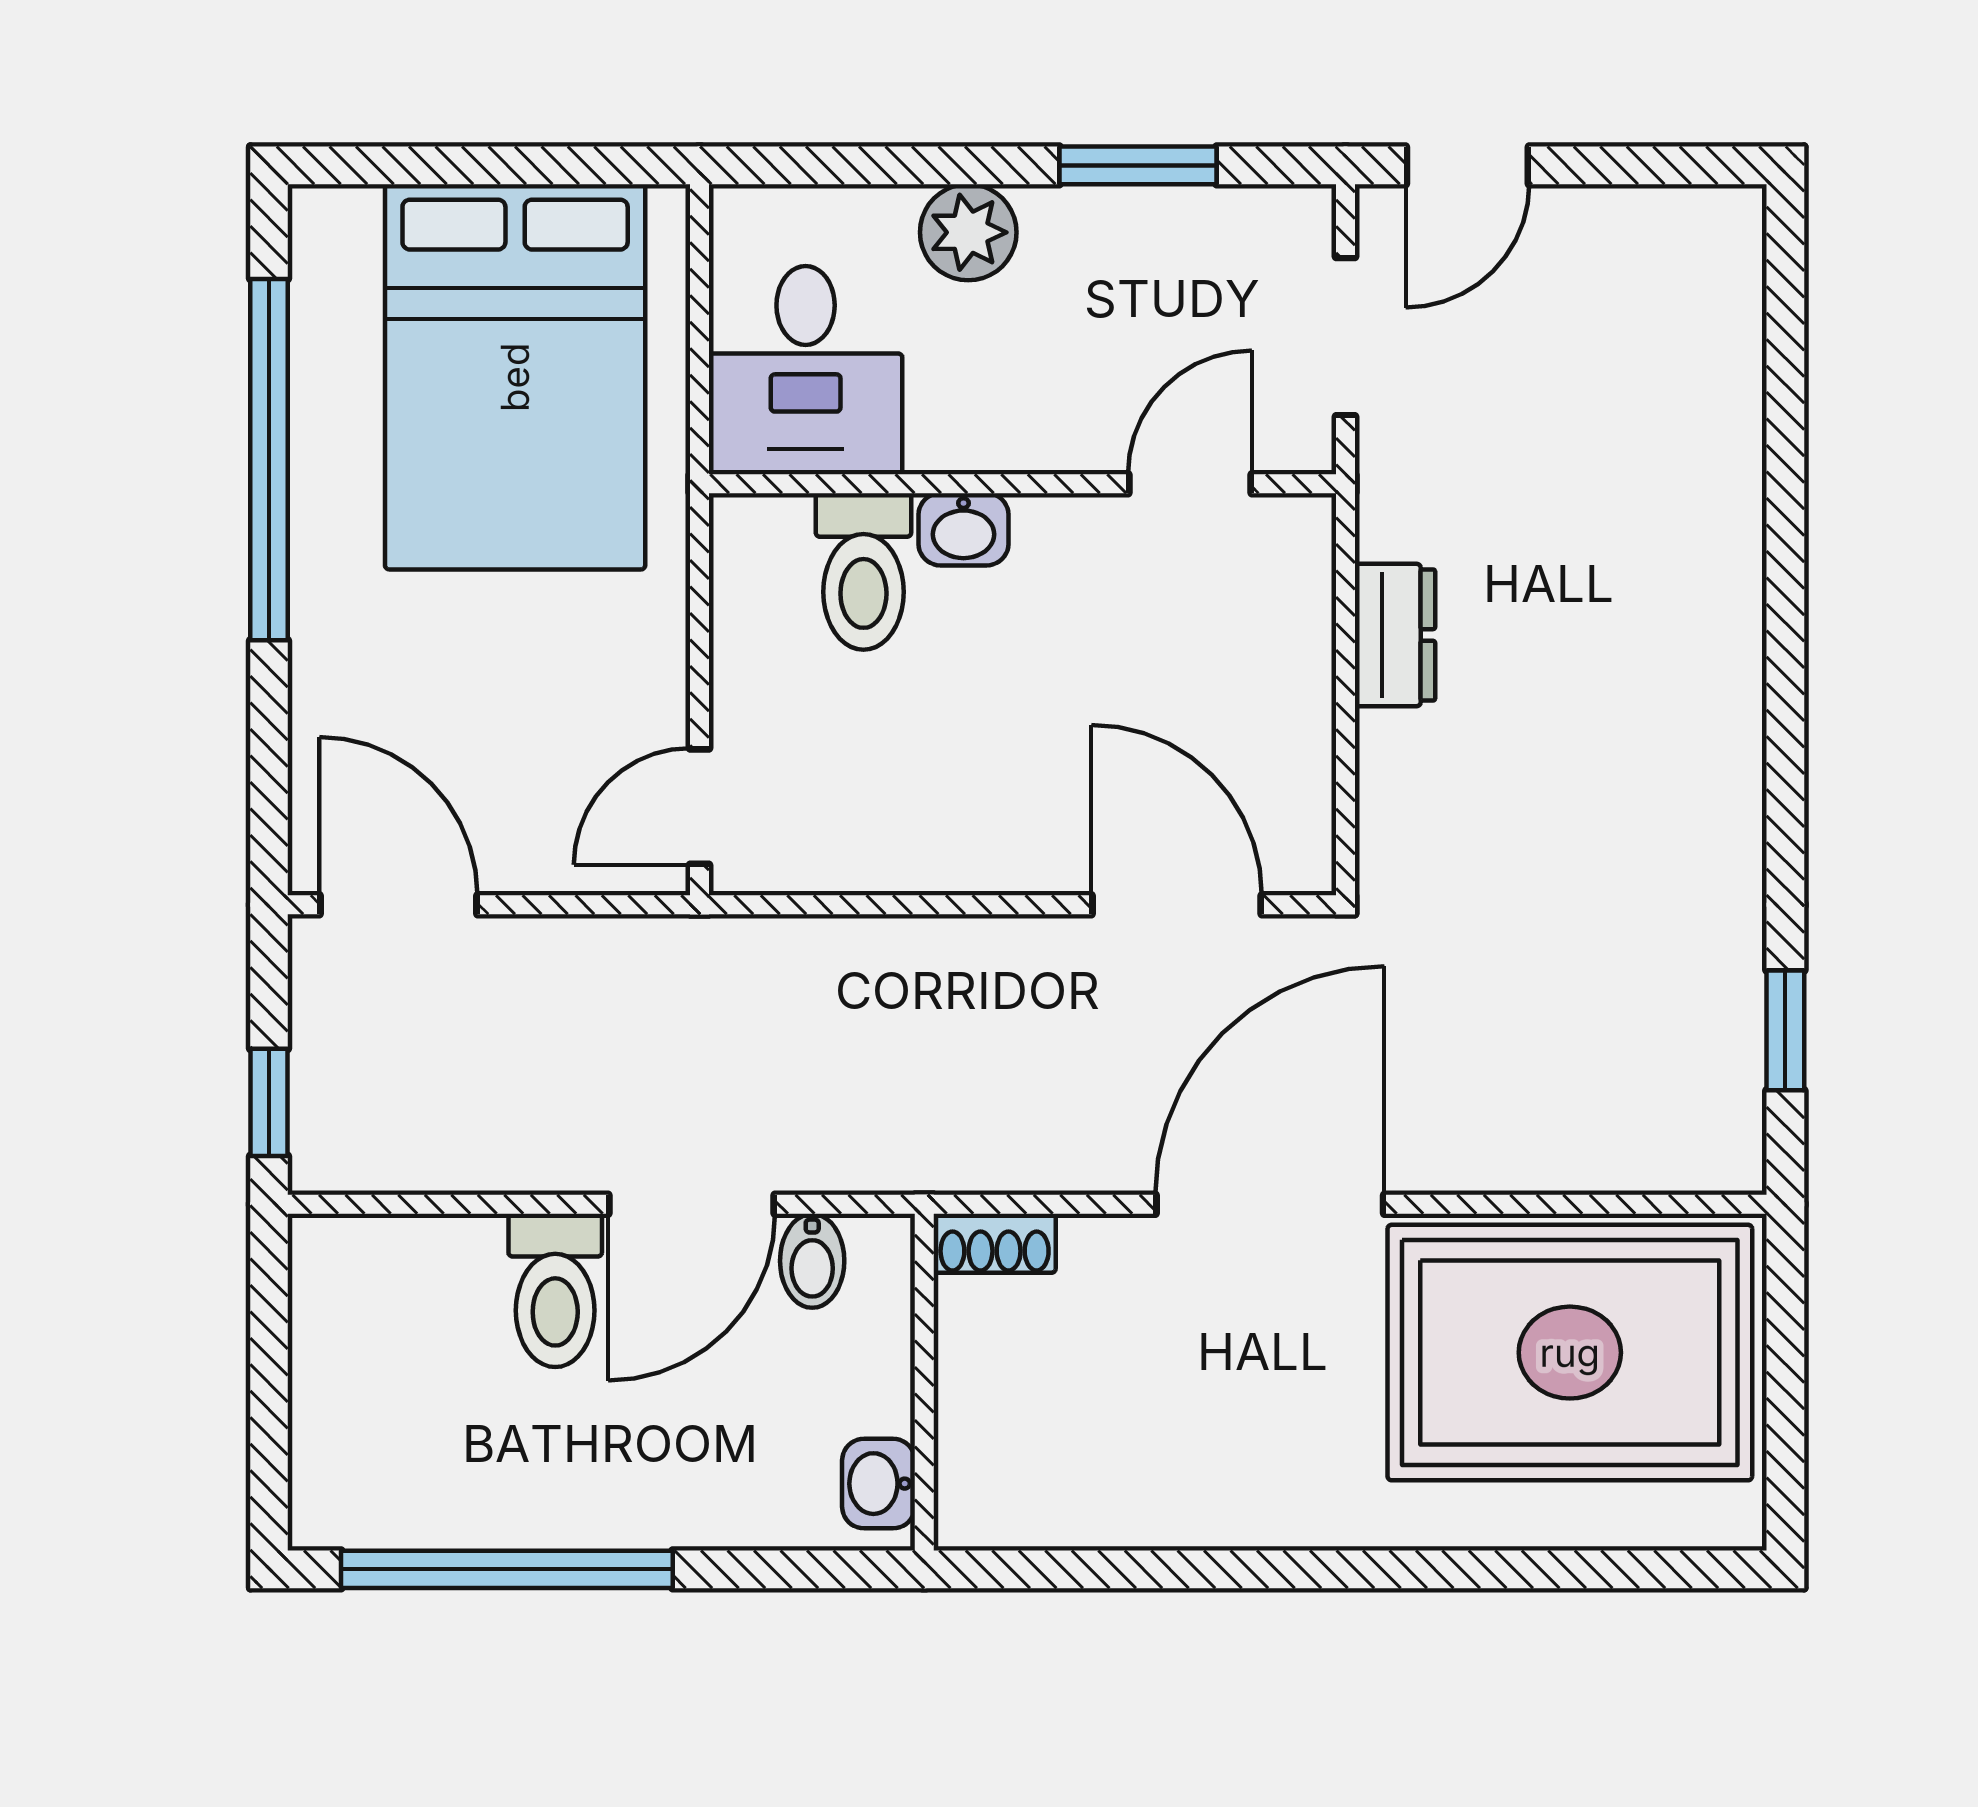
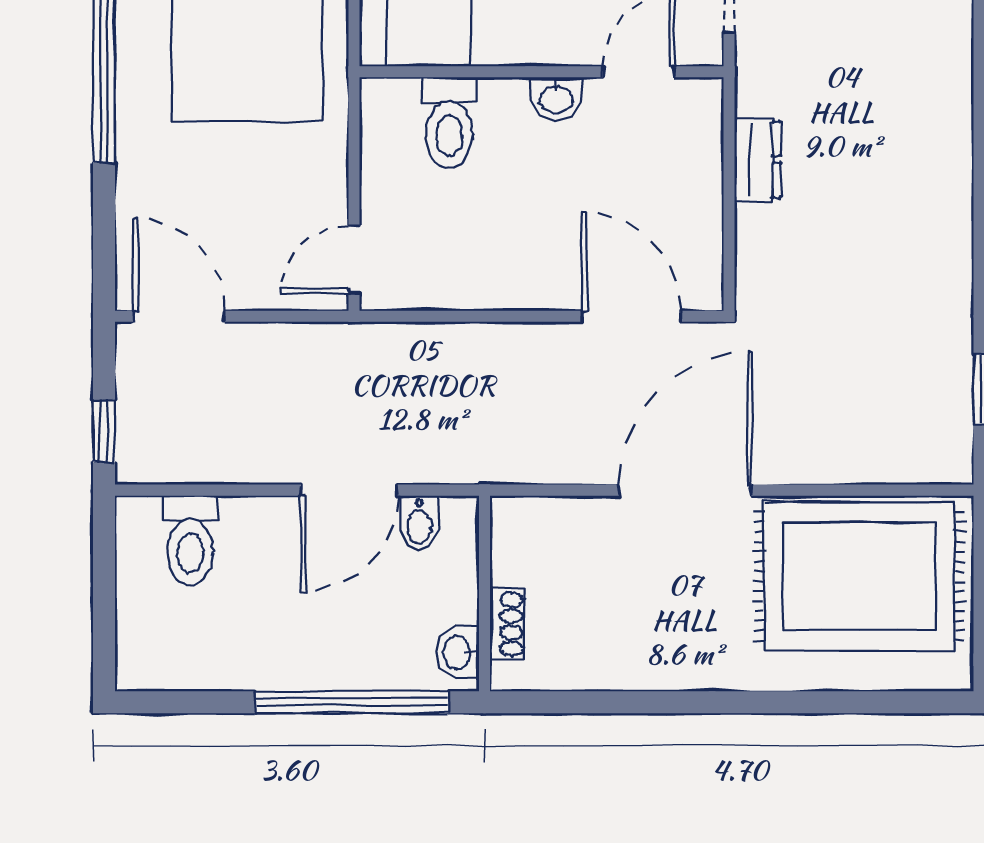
washbasin: (963, 529) -> (556, 98), moved
shoe rack: (995, 1243) -> (507, 624), moved, turned -90
toilet: (555, 1290) -> (190, 540), moved
window: (507, 1569) -> (352, 702), moved

